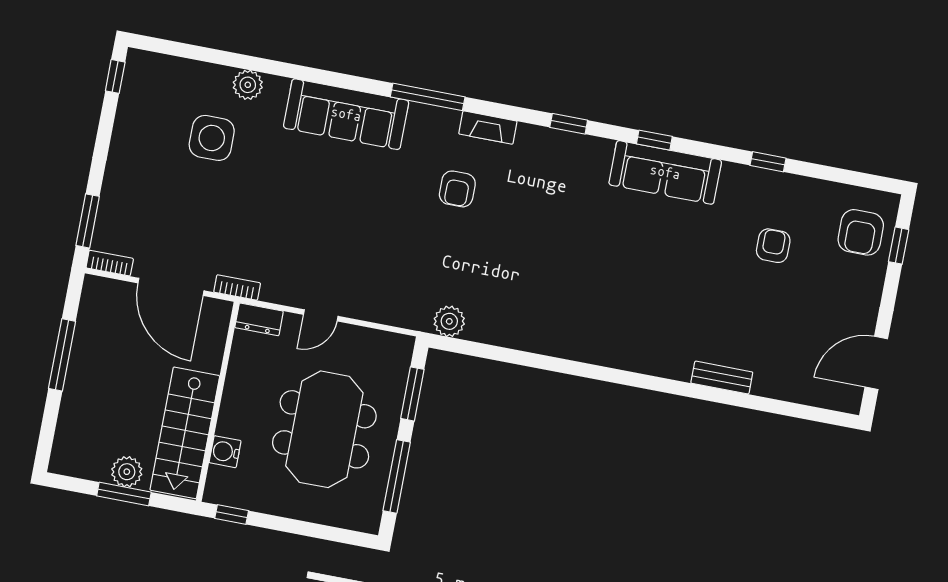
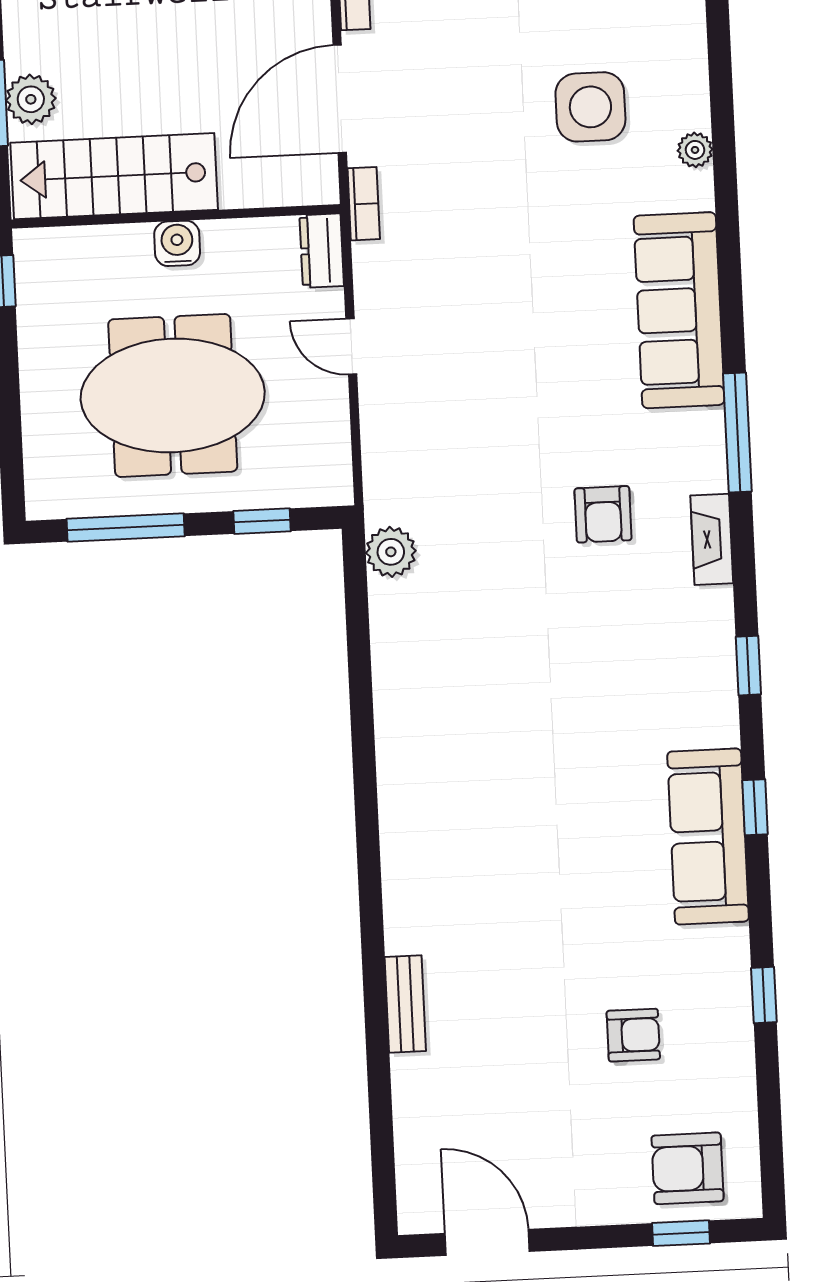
plant: (248, 85) -> (695, 150), width x0.73, depth x0.73
armchair: (457, 189) -> (603, 514), turned -90
window: (412, 394) -> (262, 521), width x0.67
water cooler: (225, 452) -> (177, 243), moved

